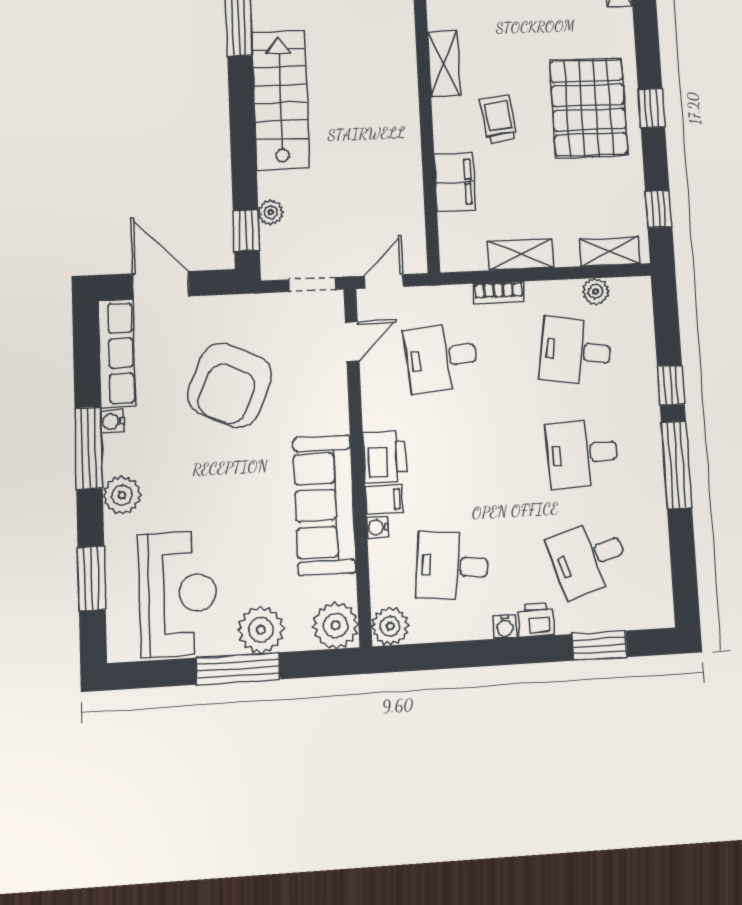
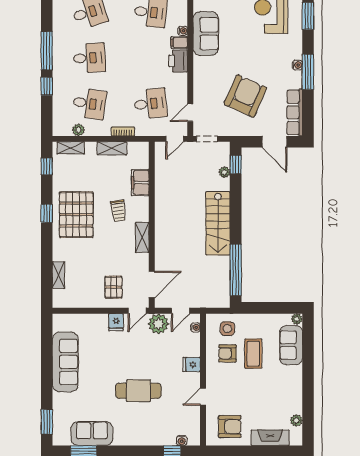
water cooler: (112, 422) -> (297, 65), moved
plant: (122, 495) -> (294, 51), removed
sofa: (324, 505) -> (206, 34), width x0.73

